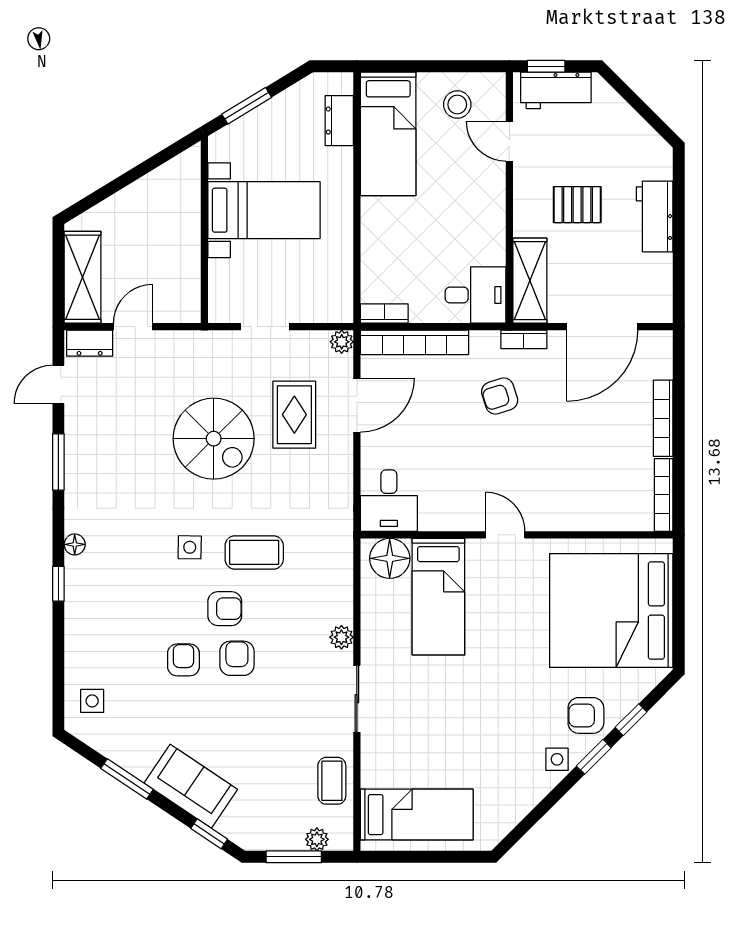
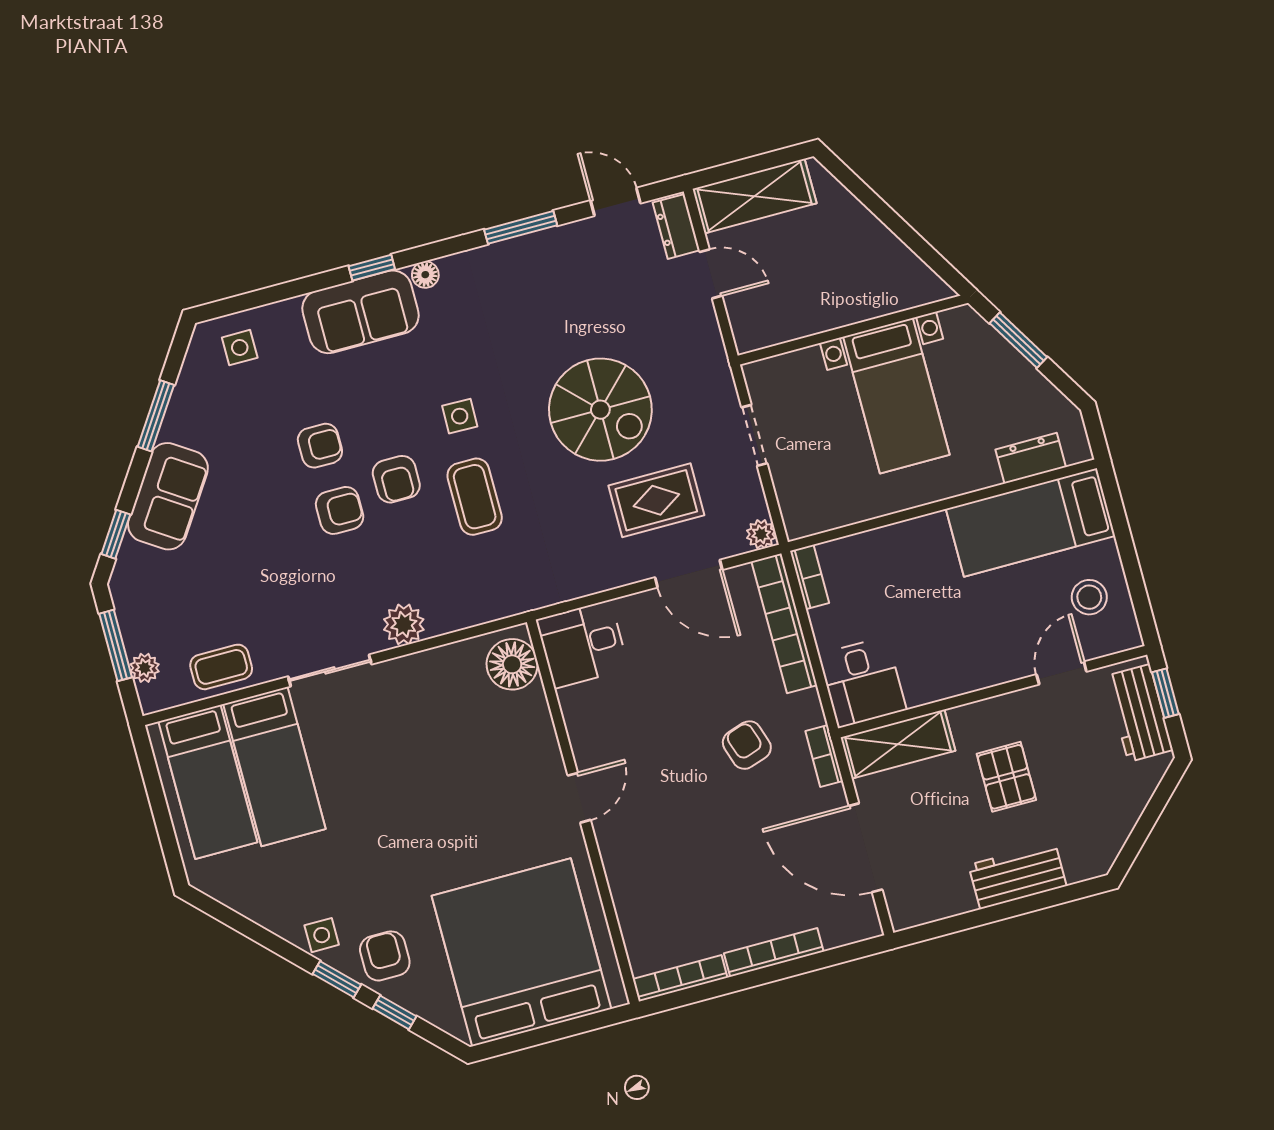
spiral stairs: (214, 439) -> (600, 410), turned -90
bed: (438, 597) -> (274, 766), moved, turned -90
sofa: (90, 601) -> (361, 312), added
plant: (341, 637) -> (404, 624), width x1.38, depth x1.38

